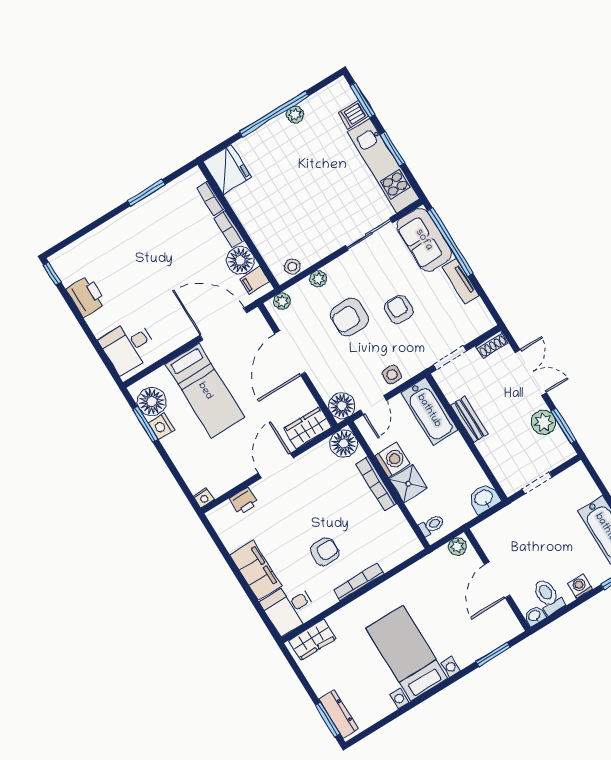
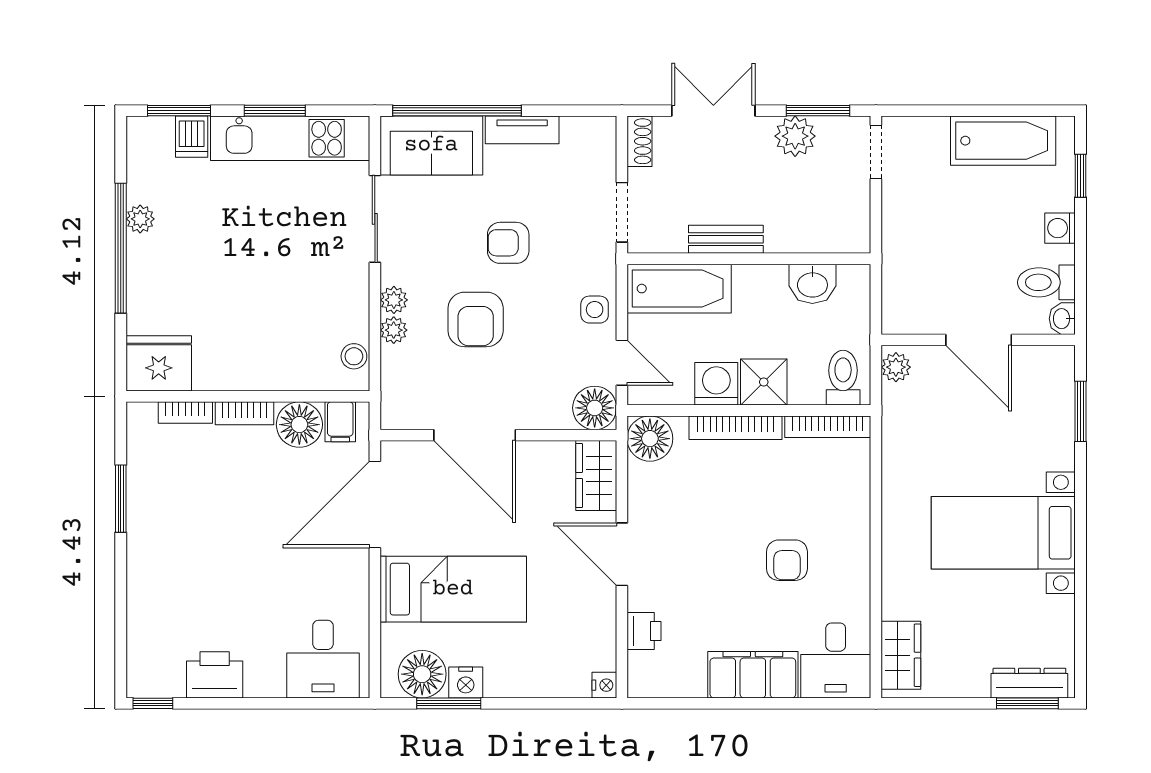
plant: (282, 301) -> (394, 300), moved
doorway: (537, 483) -> (876, 152), moved
washbasin: (484, 498) -> (812, 284), moved, turned -90
toilet: (432, 525) -> (843, 378), width x1.37, depth x1.39
armchair: (325, 552) -> (787, 560), turned 180
bookcase: (359, 582) -> (828, 427), moved, turned -90

